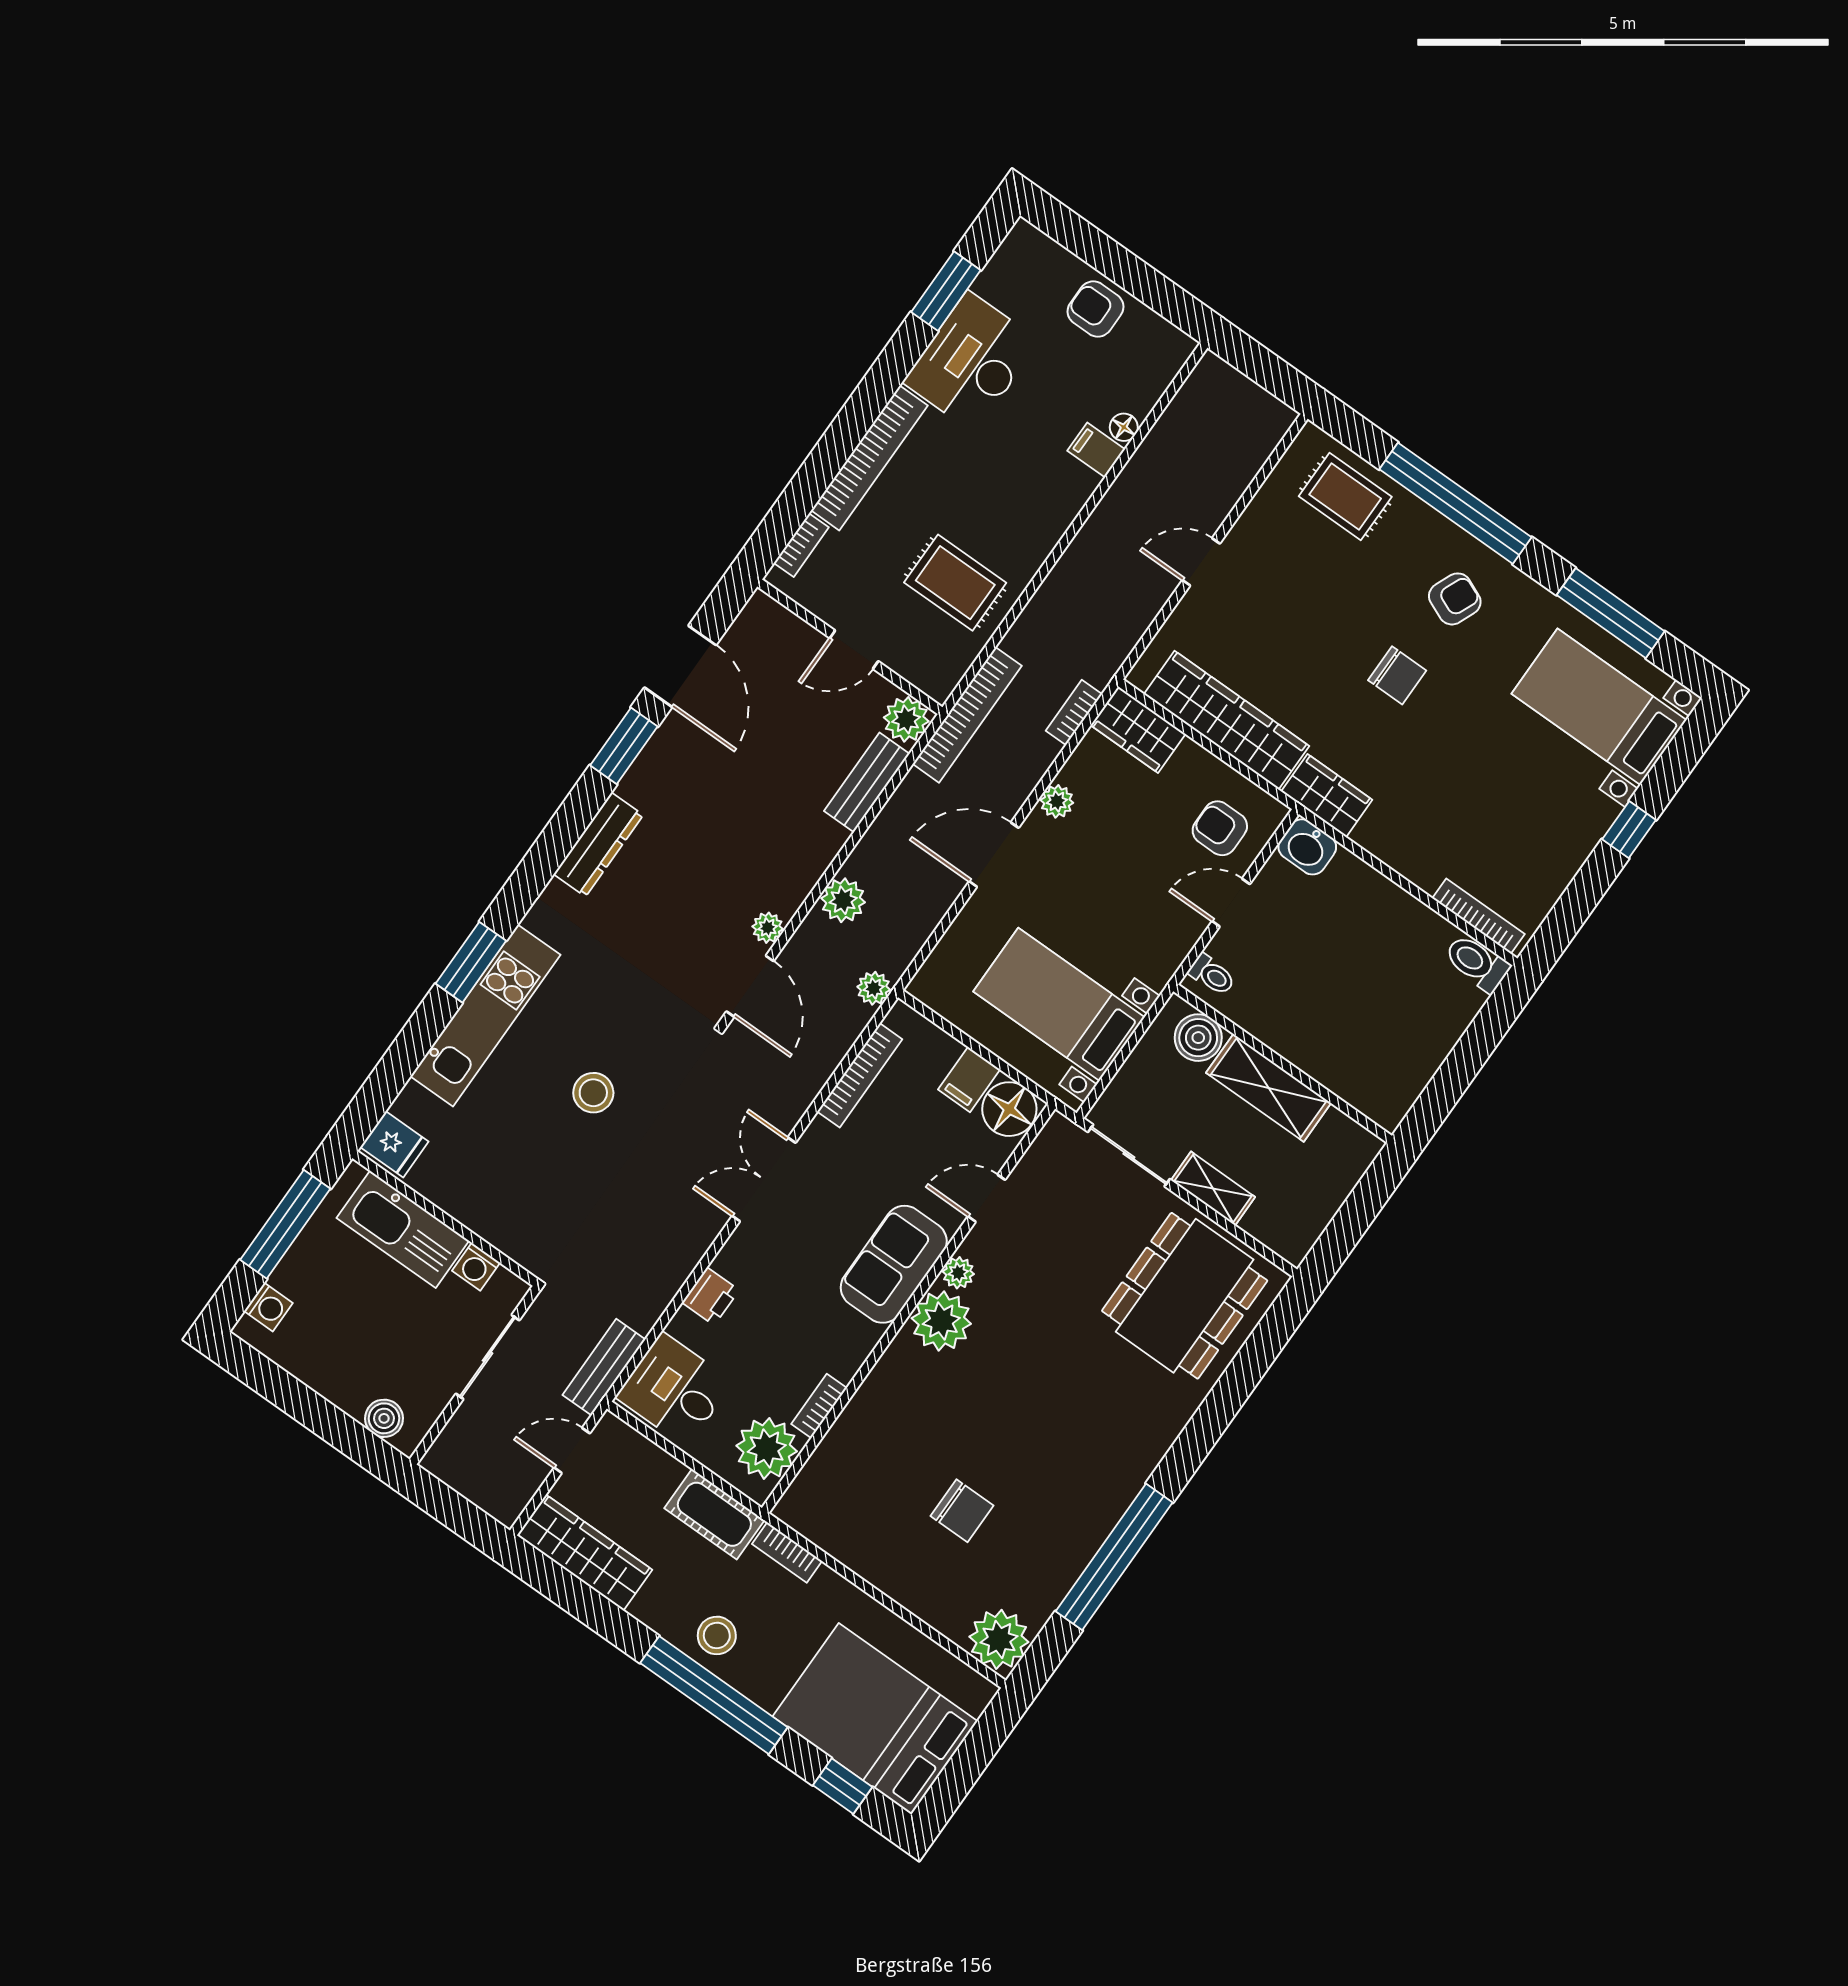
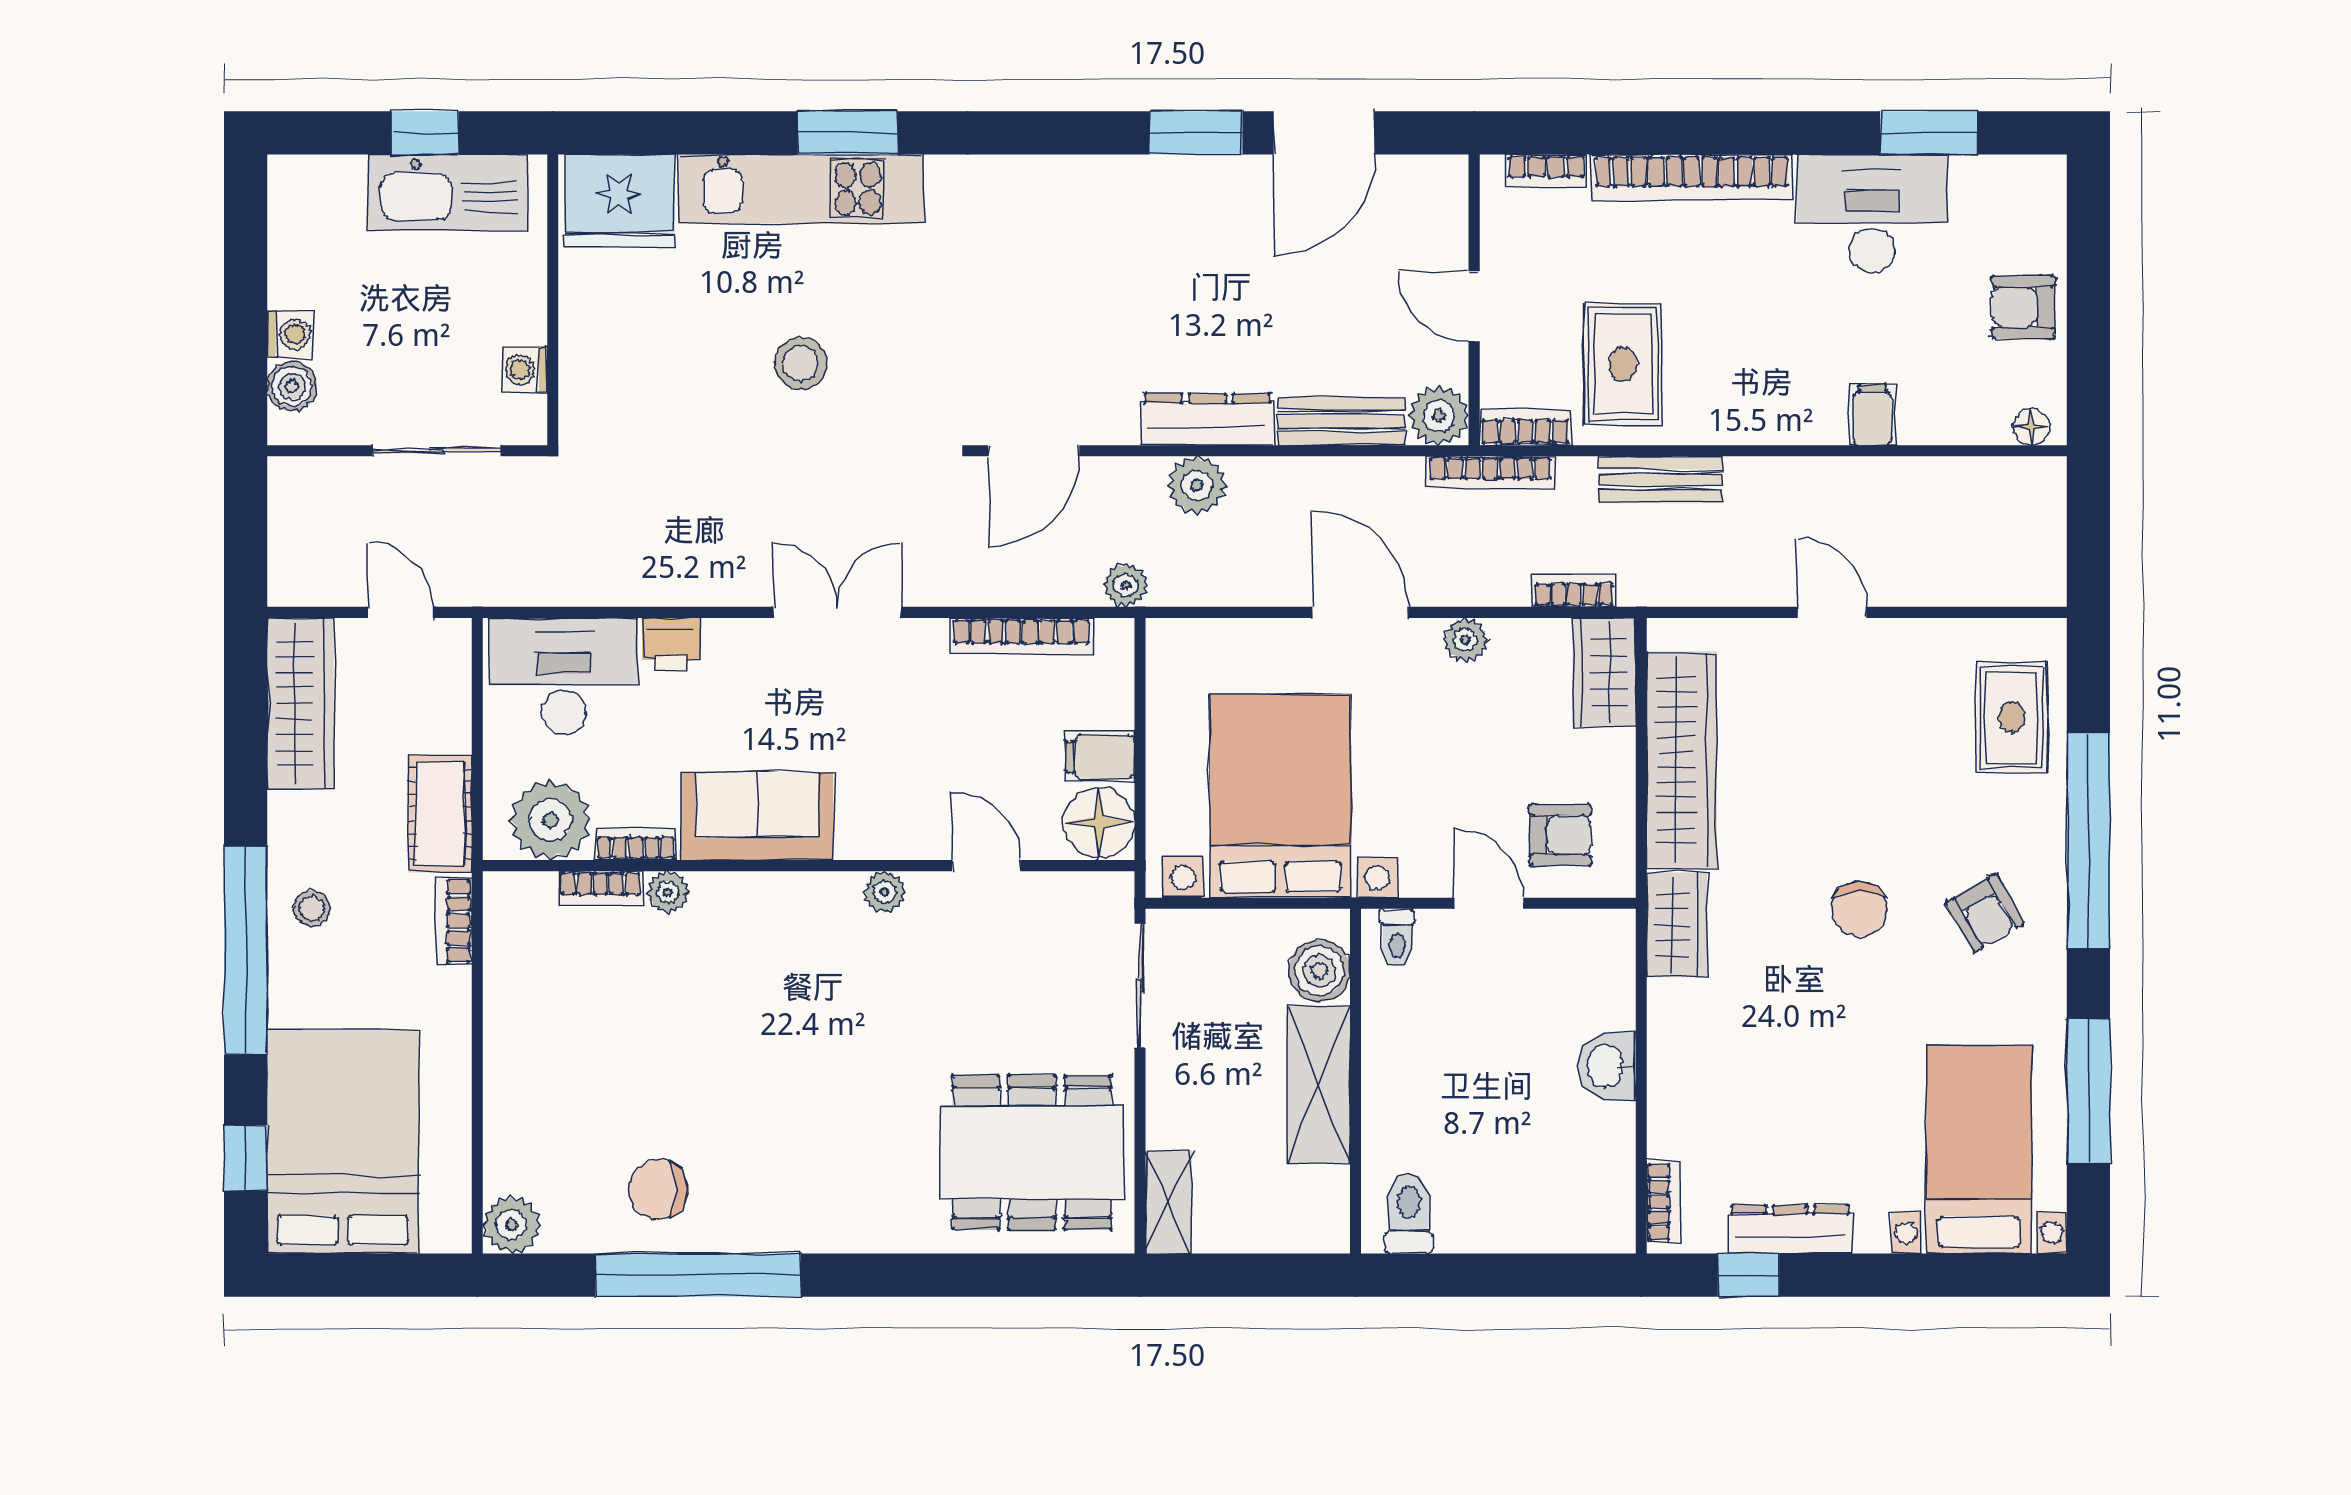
armchair: (1096, 309) -> (2023, 307), turned -90
floor lamp: (1124, 427) -> (2031, 427), moved
armchair: (1455, 599) -> (1985, 913), turned 37
bookcase: (951, 671) -> (1525, 427), added
bookcase: (967, 715) -> (1490, 472), width x0.68, depth x0.76
armchair: (1220, 828) -> (1560, 835), turned 90
window: (1629, 830) -> (1749, 1275), moved
dresser: (598, 845) -> (1208, 419), moved, turned 180
washbasin: (1307, 847) -> (1607, 1066), moved
dresser: (1566, 859) -> (1790, 1229), added
bookcase: (1479, 916) -> (1663, 1202), width x0.64
plant: (768, 928) -> (1110, 425), removed
toilet: (1477, 963) -> (1409, 1213), moved
bed with nightstands: (1059, 1004) -> (1280, 796), width x1.36
fridge: (394, 1144) -> (620, 201), width x1.88, depth x1.34
shelving: (1213, 1189) -> (1169, 1202), moved
window: (285, 1224) -> (425, 133), width x0.46
kitchen sink: (403, 1229) -> (448, 193), moved, turned -90
sofa: (894, 1264) -> (757, 816), moved
washing machine: (268, 1307) -> (290, 334), moved, turned -90
plant: (941, 1321) -> (668, 892), moved, width x0.53, depth x0.53
bench: (604, 1367) -> (1661, 480), moved
desk: (674, 1390) -> (564, 676), width x1.37
bookcase: (831, 1447) -> (601, 888), added
chair: (962, 1511) -> (658, 1189), moved, turned 90
stool: (717, 1635) -> (312, 908), width x0.73, depth x0.73
plant: (999, 1639) -> (512, 1225), width x0.73, depth x0.73

